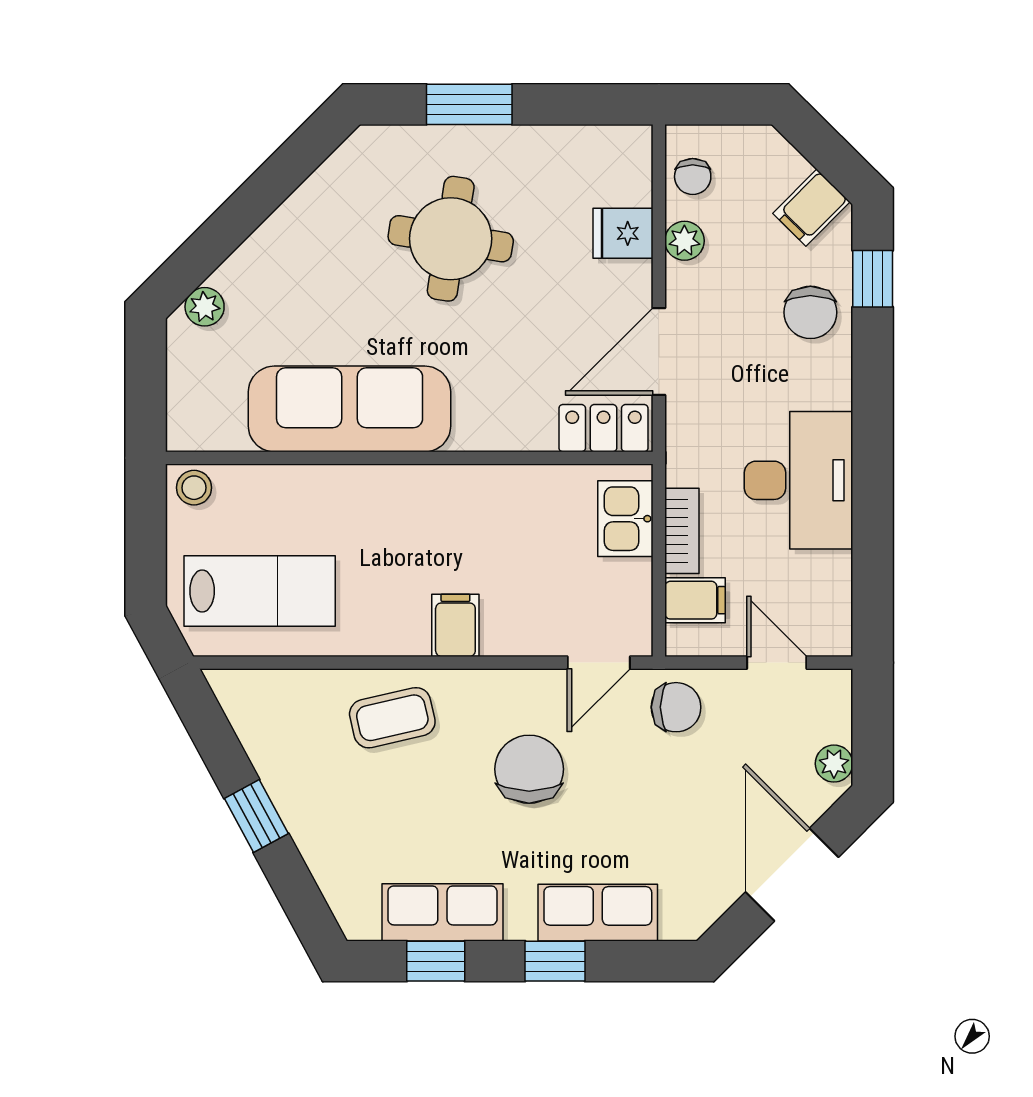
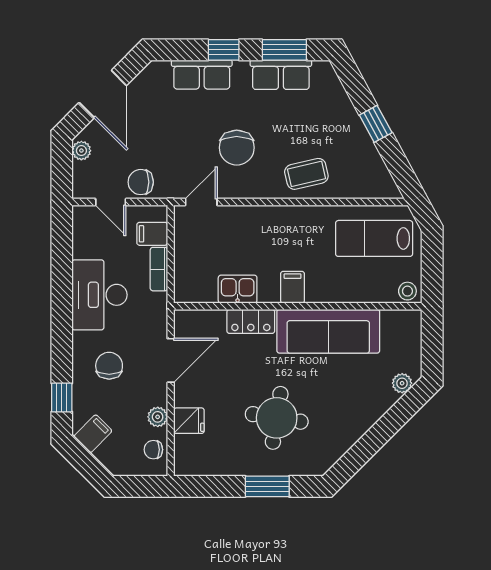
chair: (693, 177) -> (153, 450), turned -90
chair: (810, 312) -> (109, 366), moved
locker: (603, 428) -> (251, 321), moved
kitchen sink: (625, 519) -> (238, 289), moved, turned -90
filing cabinet: (455, 625) -> (292, 287), moved, turned 180
chair: (676, 707) -> (141, 182), moved
window: (436, 961) -> (284, 50), width x1.50

